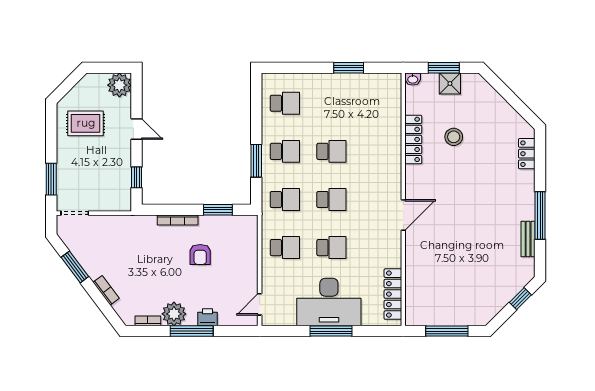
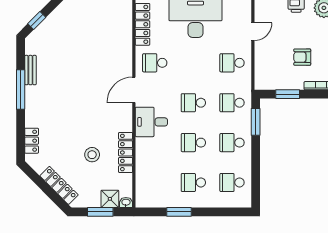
shower: (450, 84) -> (110, 199), moved
locker: (494, 100) -> (59, 185), added
school desk: (331, 103) -> (193, 182), added
window: (256, 161) -> (256, 122), moved
desk: (382, 176) -> (151, 122), added
school desk: (331, 248) -> (155, 63), moved
armchair: (200, 255) -> (302, 57), turned -90
door: (260, 304) -> (253, 32), moved

